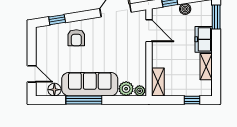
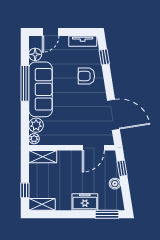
tv unit: (41, 41) -> (83, 41), added
shelving: (206, 67) -> (42, 204), moved

